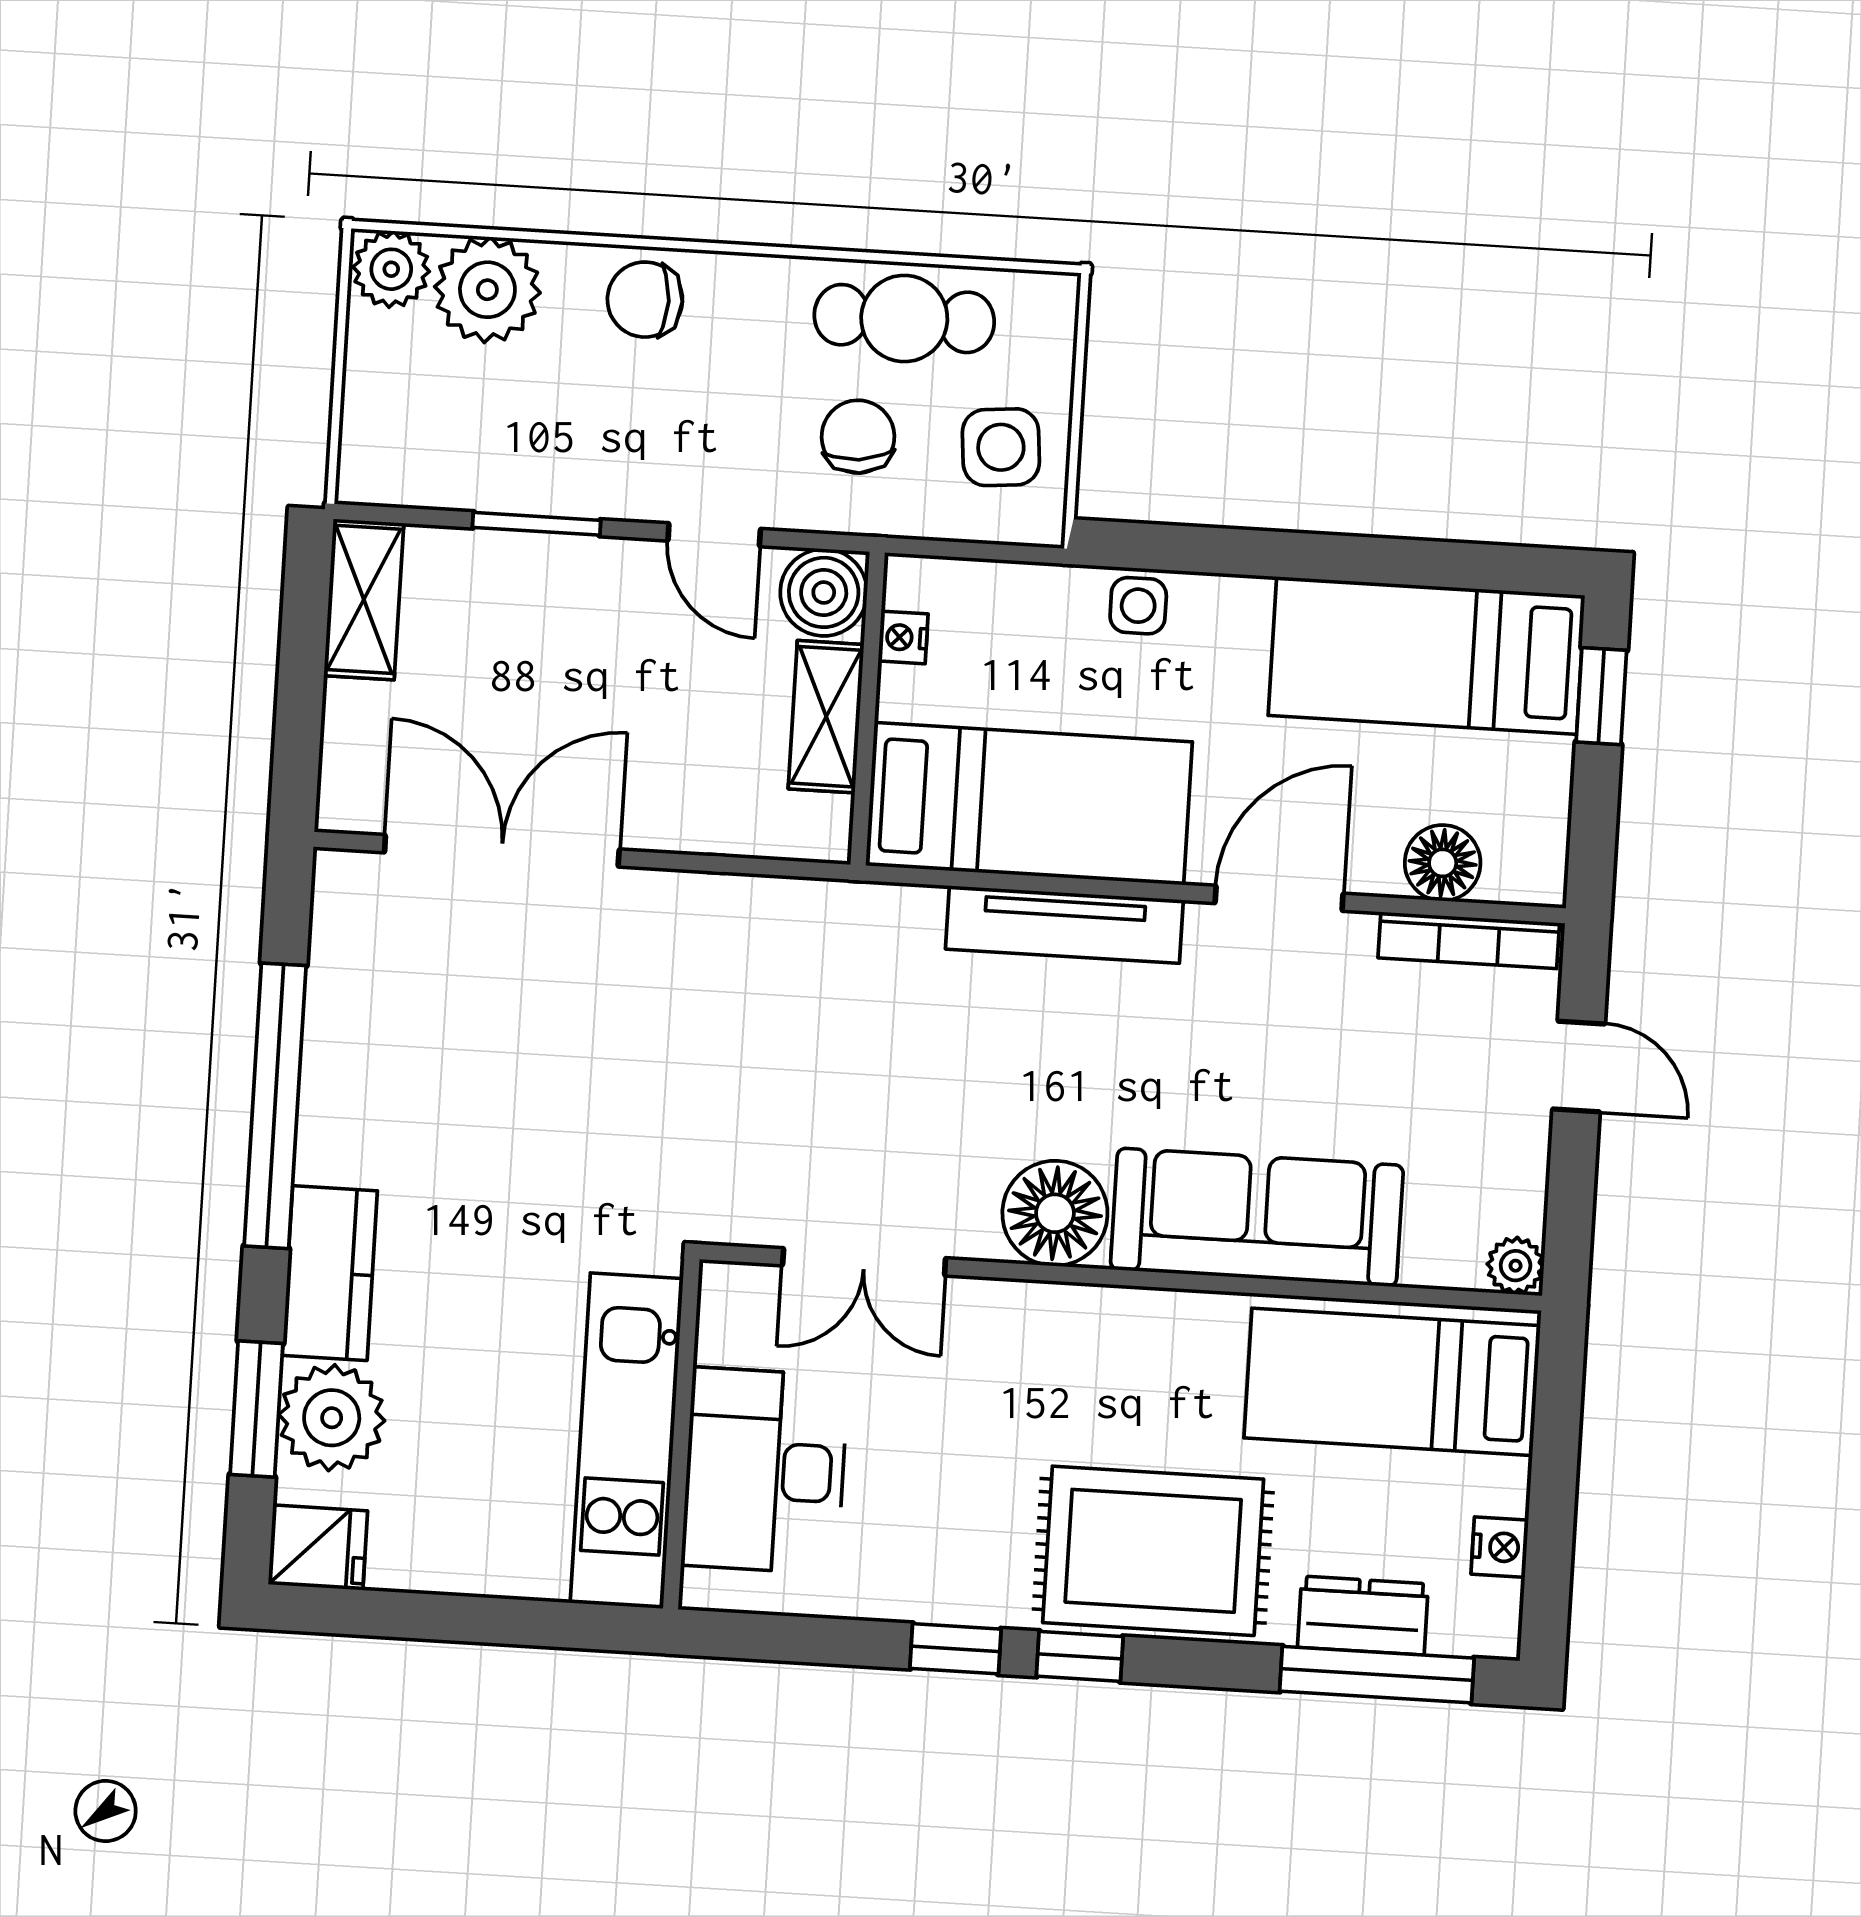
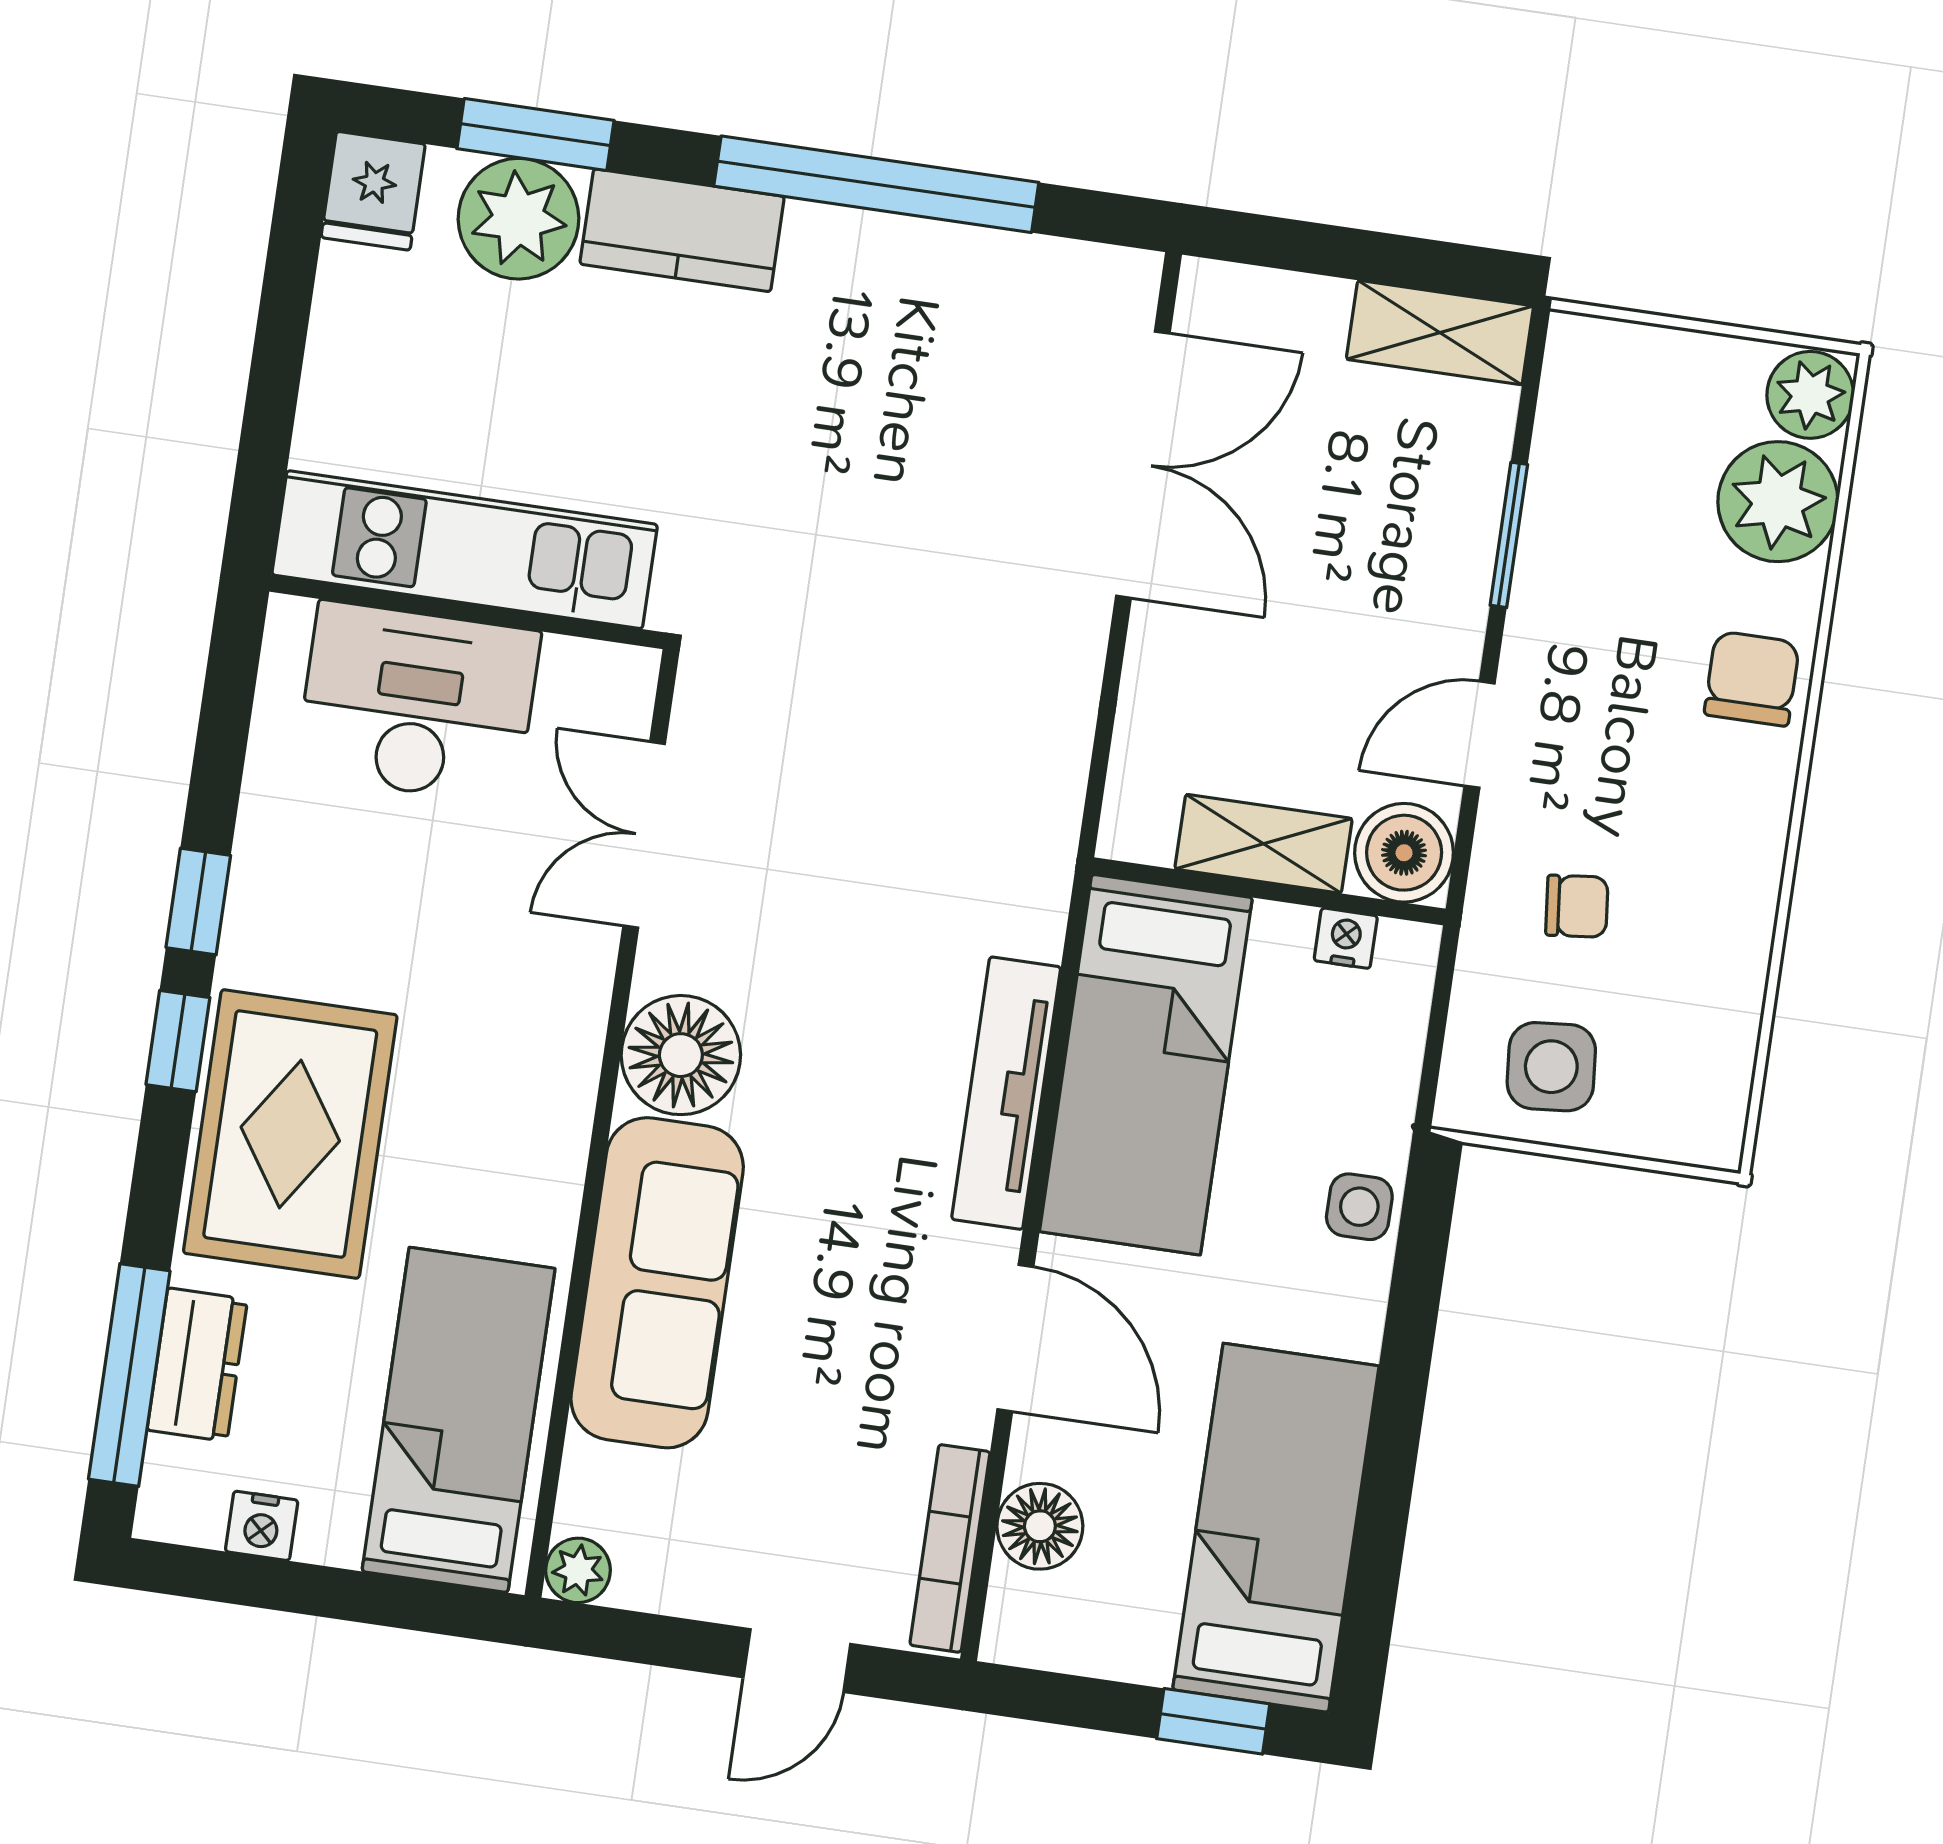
cafe table: (904, 319) -> (1706, 970), removed
chair: (858, 437) -> (1577, 906), width x0.73, depth x0.73

